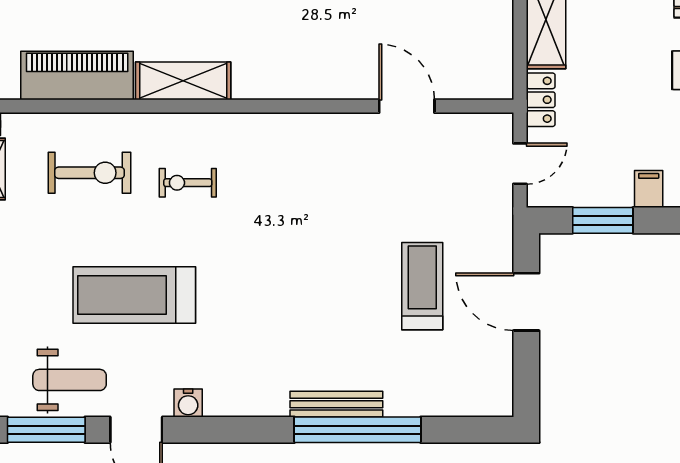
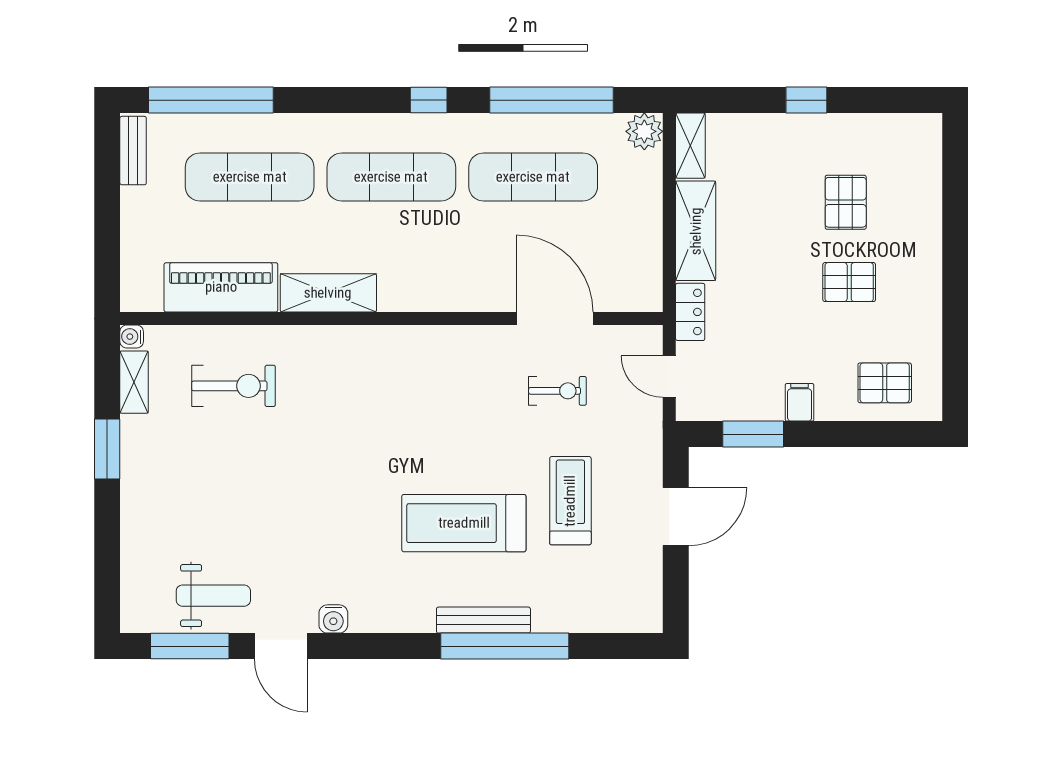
door: (407, 106) -> (555, 318), width x1.36
door: (520, 164) -> (669, 377), swing flipped
exercise bike: (188, 183) -> (557, 391), moved, turned 180
treadmill: (134, 295) -> (464, 523), moved
door: (526, 302) -> (676, 517), swing flipped

